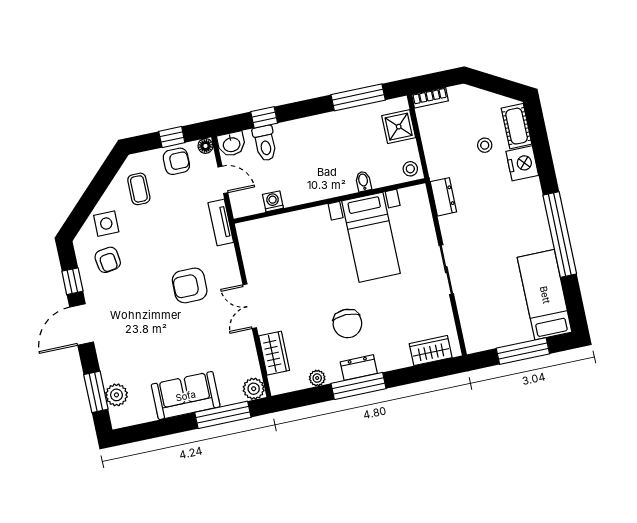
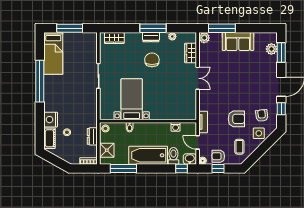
window: (264, 117) -> (182, 169), moved
bathtub: (315, 134) -> (148, 155), added
dresser: (443, 197) -> (92, 136), moved
armchair: (190, 285) -> (236, 119), moved

